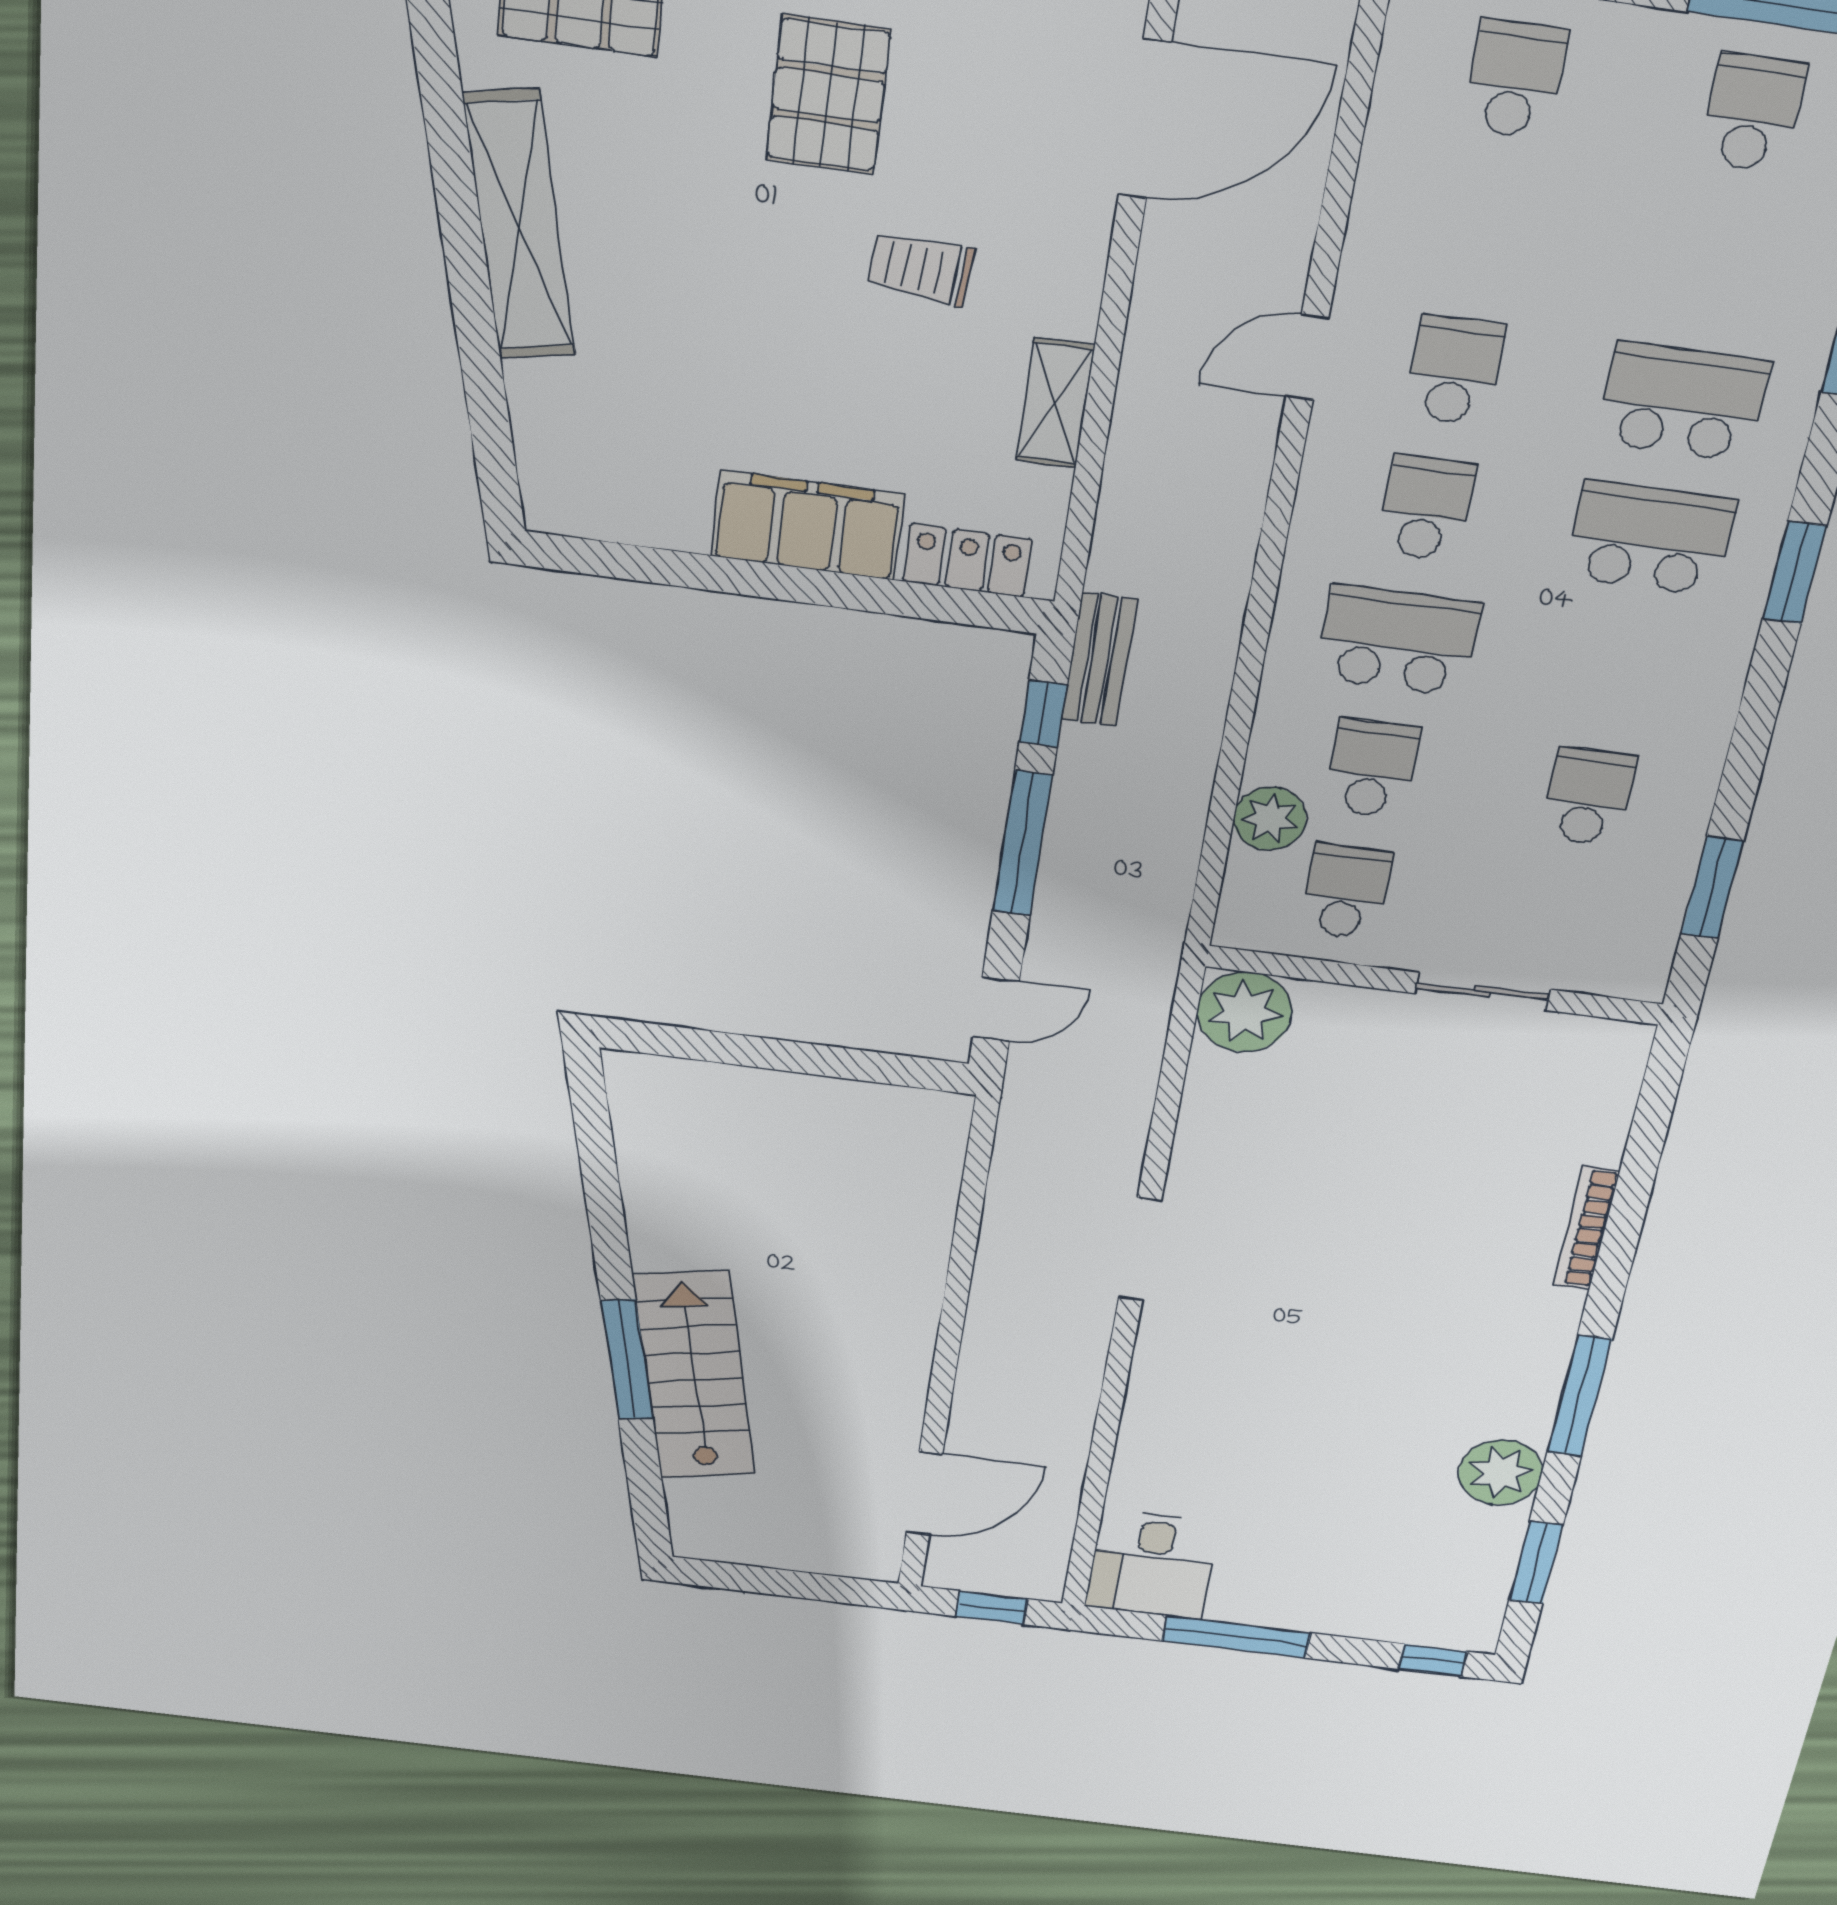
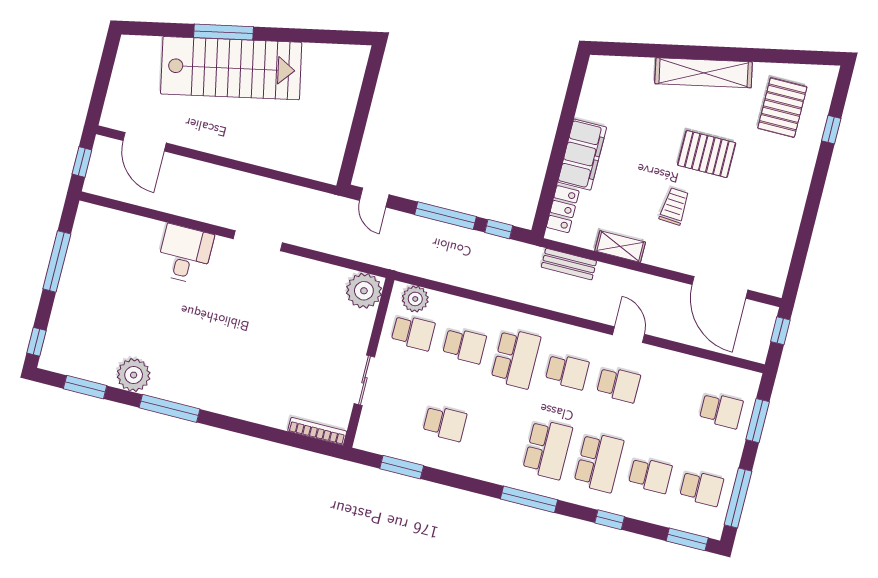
pallet: (828, 95) -> (707, 154), moved
school desk: (1717, 260) -> (650, 475), added
window: (1794, 573) -> (529, 499), width x1.44
bench: (1099, 660) -> (569, 264), moved
plant: (1270, 819) -> (415, 299), moved
bookcase: (1586, 1228) -> (317, 431), moved
stairs: (694, 1376) -> (231, 68), width x1.36, depth x1.51
desk: (1152, 1565) -> (185, 254), moved, turned 90

